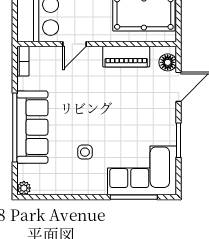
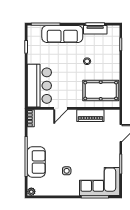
floor lamp: (168, 62) -> (114, 119), removed
sofa: (32, 127) -> (36, 162), width x0.73

